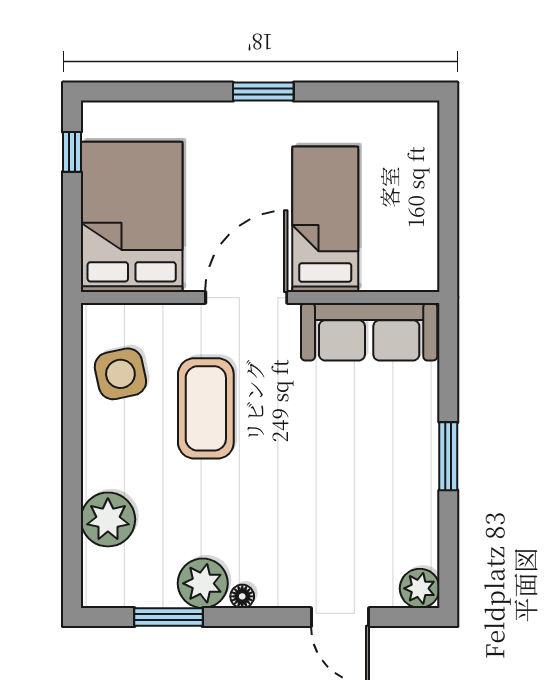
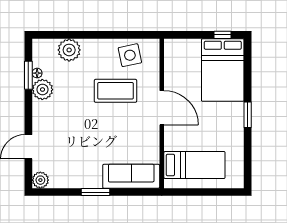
bed: (132, 217) -> (223, 70), moved, turned 90
bed: (325, 219) -> (194, 165), moved
sofa: (369, 332) -> (131, 176), moved, turned 90
floor lamp: (242, 596) -> (37, 73), moved

